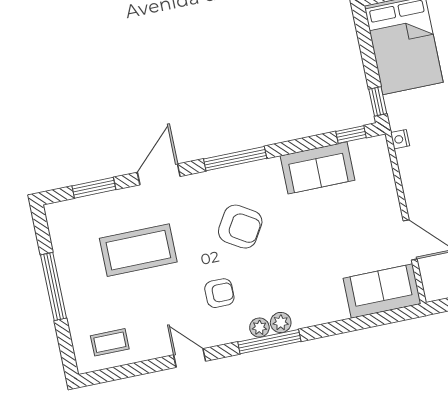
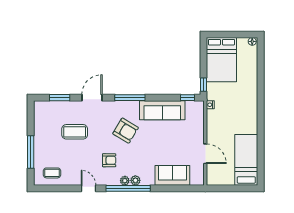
sofa: (317, 168) -> (162, 110), width x1.36
coffee table: (138, 250) -> (75, 132), width x0.73, depth x0.76
window: (53, 287) -> (31, 152), moved
sofa: (382, 291) -> (172, 175), moved
window: (269, 342) -> (128, 188), width x1.46

